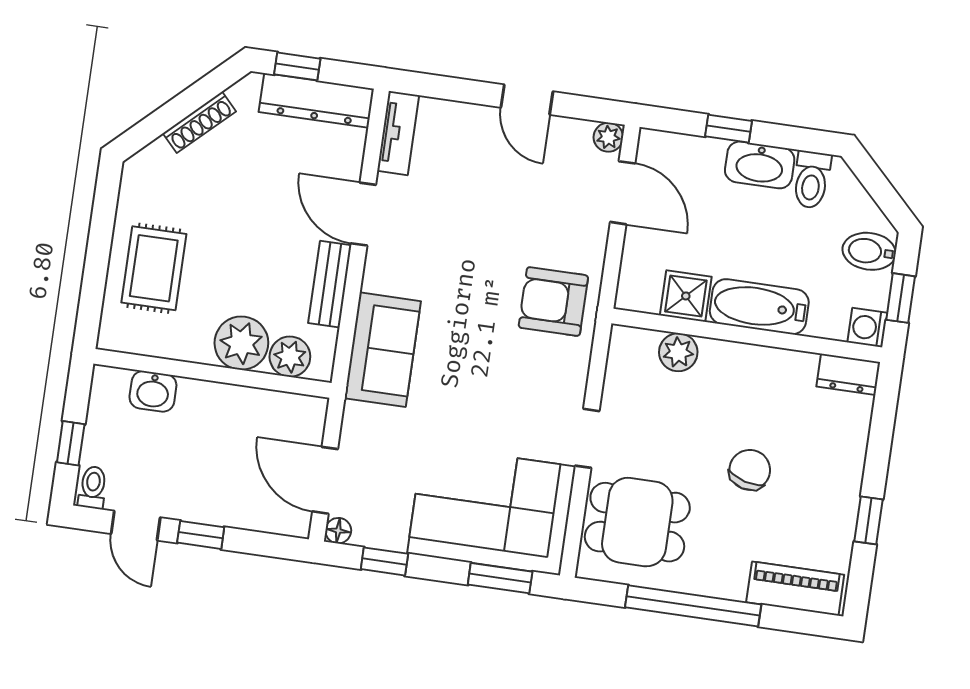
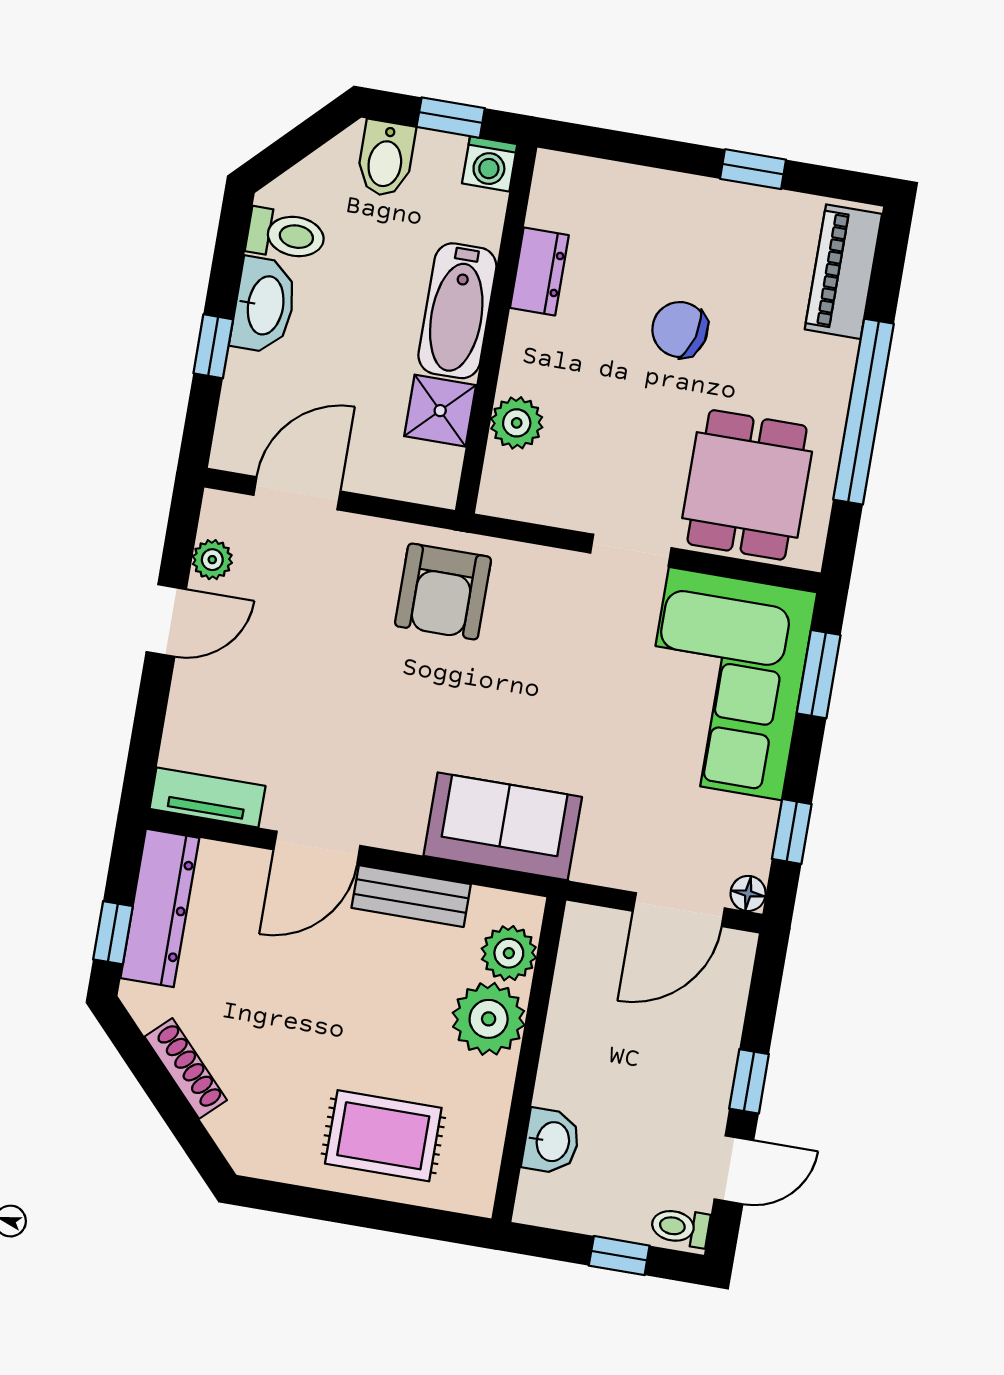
plant: (608, 137) -> (212, 560), moved
dresser: (848, 374) -> (539, 272), moved

